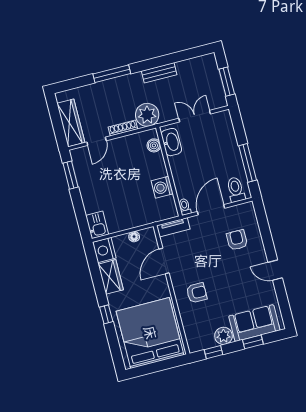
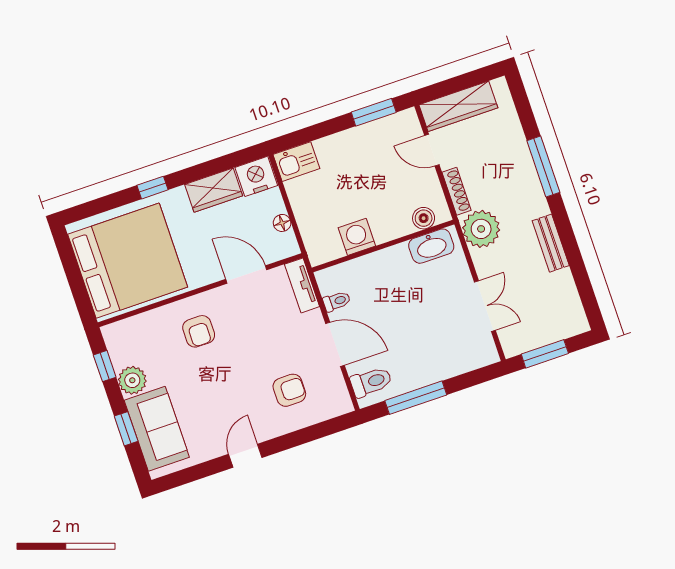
washbasin: (171, 142) -> (431, 246), moved
boiler: (154, 145) -> (424, 218), moved
wall: (169, 172) -> (383, 246), moved
washing machine: (162, 187) -> (357, 237), moved

